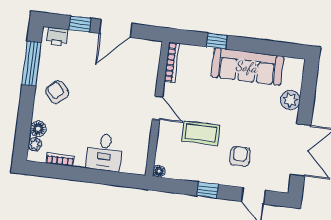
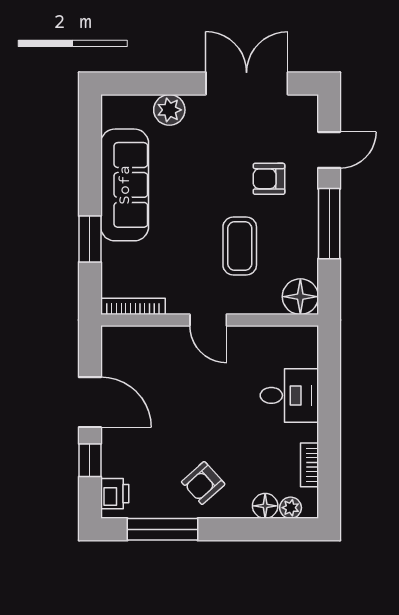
window: (217, 41) -> (90, 239), width x1.50
door: (157, 108) -> (208, 320), swing flipped
floor lamp: (159, 171) -> (300, 297), width x1.89, depth x1.89
window: (208, 190) -> (329, 224), width x2.17

